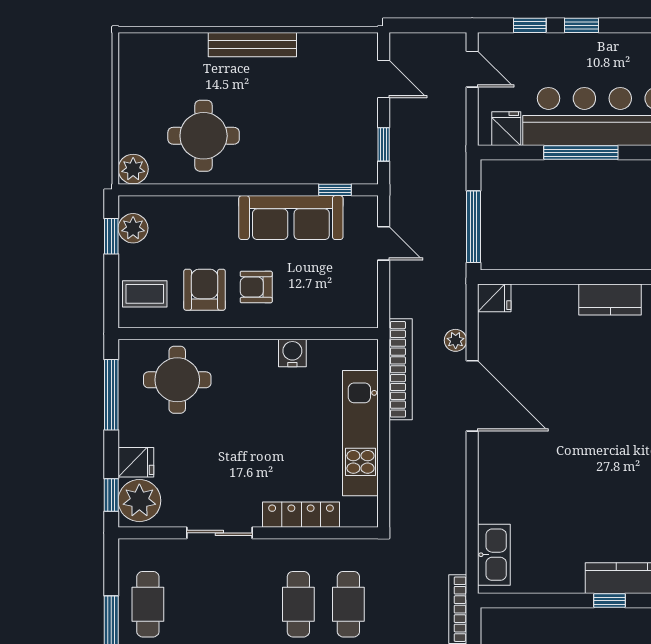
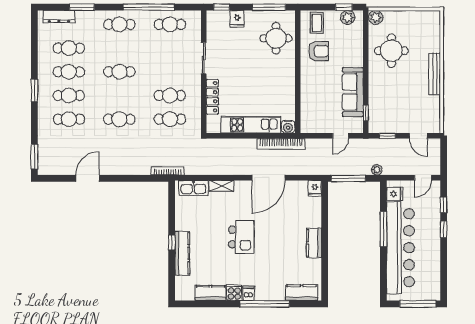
door: (384, 79) -> (418, 136), hinge flipped
armchair: (256, 287) -> (320, 76), removed
plant: (456, 340) -> (377, 170), moved
water cooler: (292, 353) -> (288, 127), moved, turned 90
kitchen island: (598, 453) -> (241, 237), added
shelving: (490, 495) -> (221, 186), added
plant: (139, 501) -> (219, 20), removed

